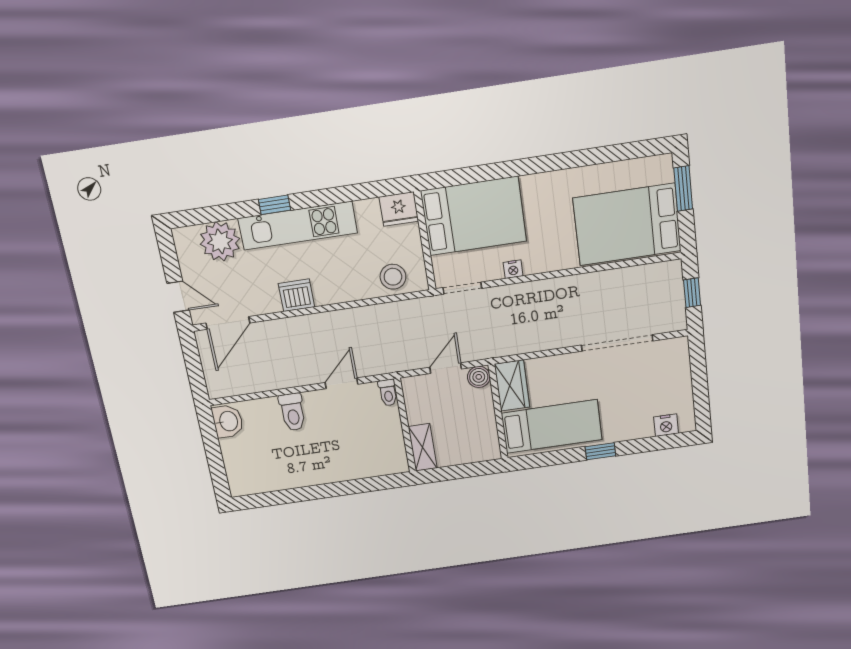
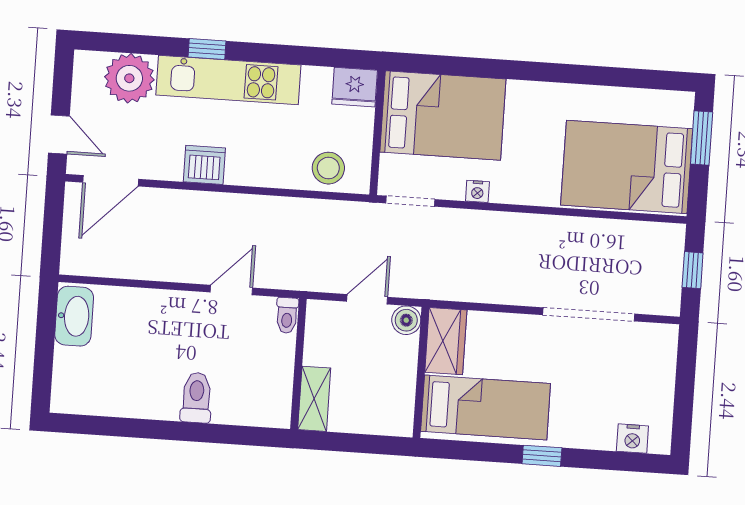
toilet: (293, 412) -> (196, 398), moved, turned 180
washbasin: (228, 421) -> (74, 316), width x1.38

